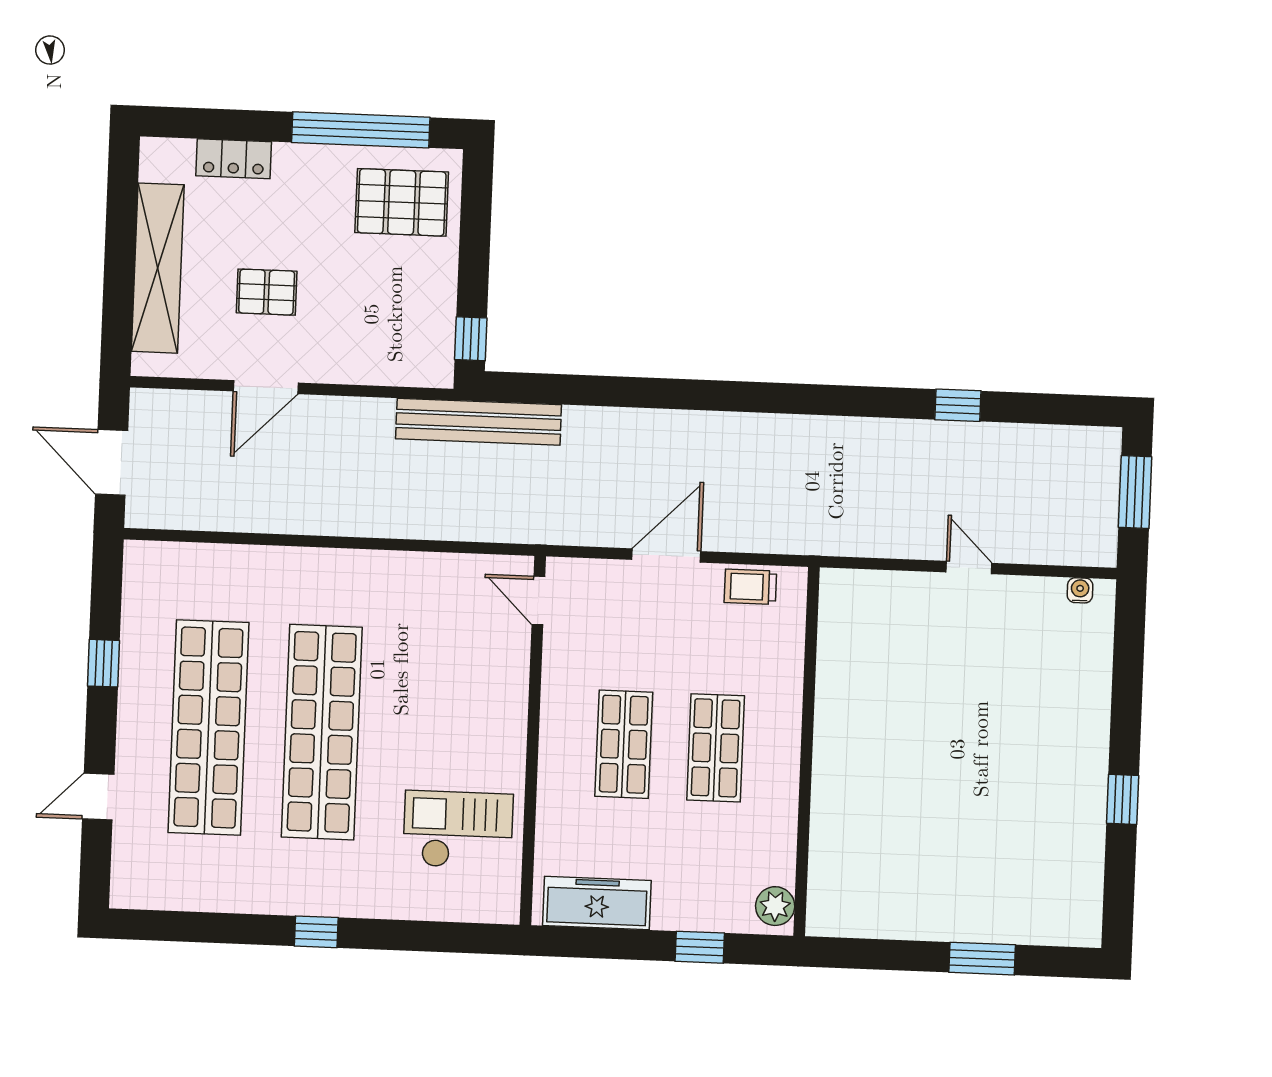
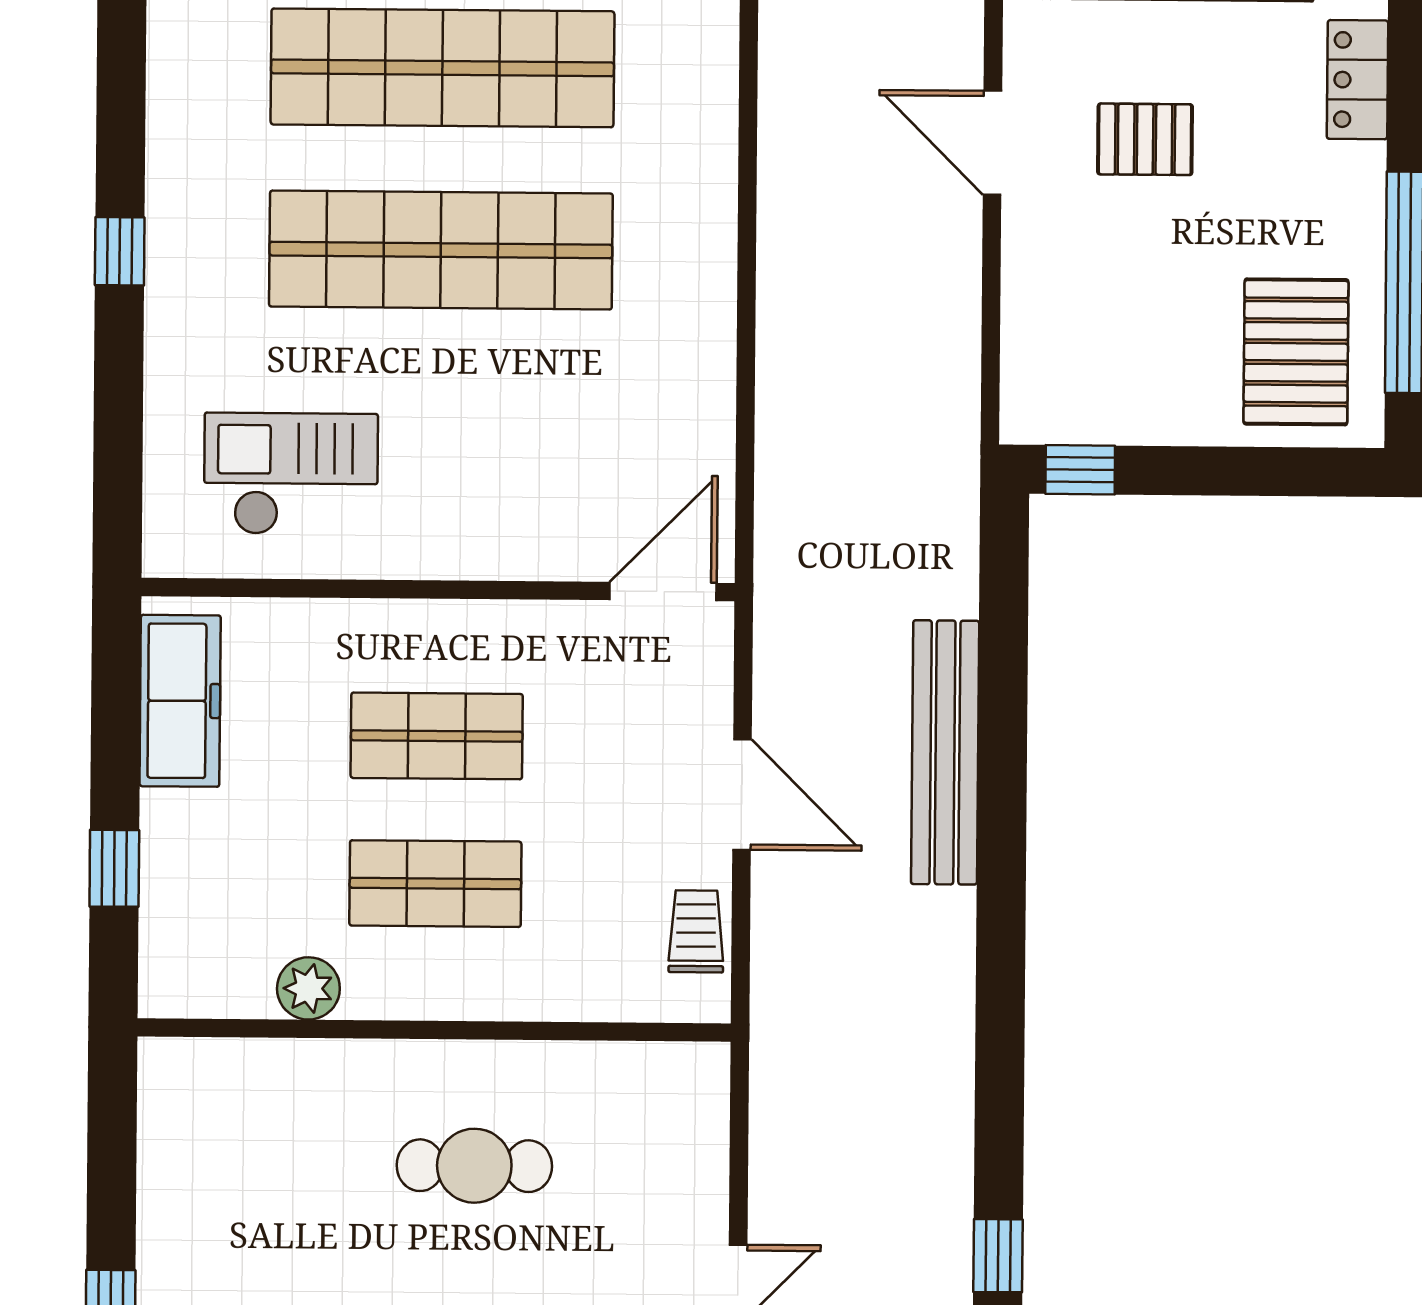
pallet: (267, 292) -> (1145, 139), turned 90
bench: (479, 422) -> (945, 752), moved
door: (538, 601) -> (663, 592), width x1.38
cafe table: (892, 729) -> (474, 1166), added
checkout: (458, 830) -> (291, 474), turned -90
plant: (775, 906) -> (308, 988), moved

